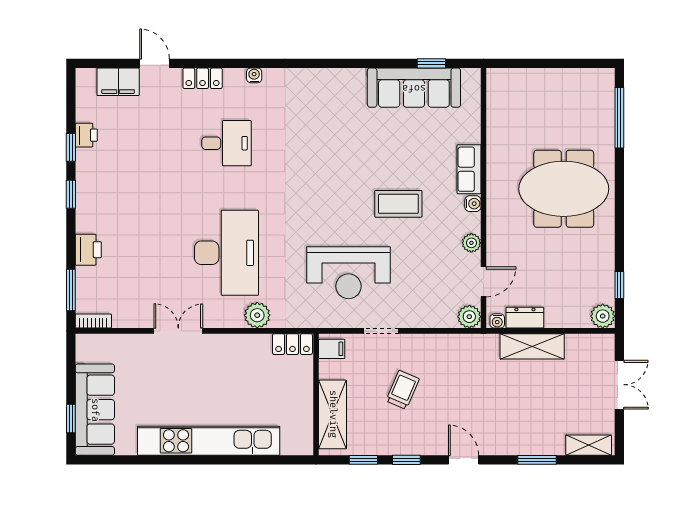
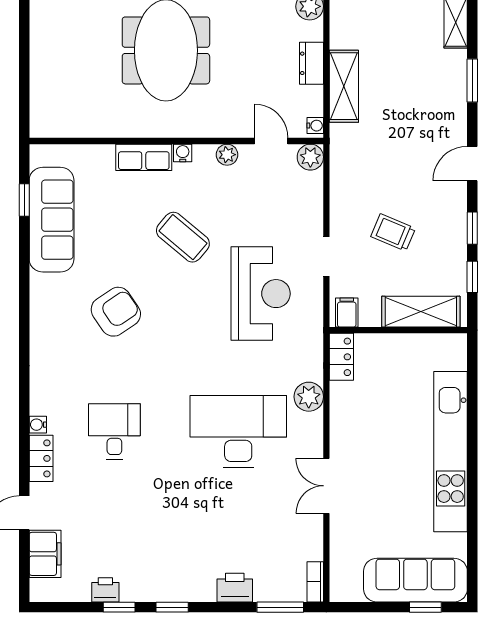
water cooler: (254, 75) -> (38, 425), moved
armchair: (332, 144) -> (116, 312), added
coffee table: (398, 204) -> (183, 237), turned -50
dresser: (525, 318) -> (312, 63), moved

